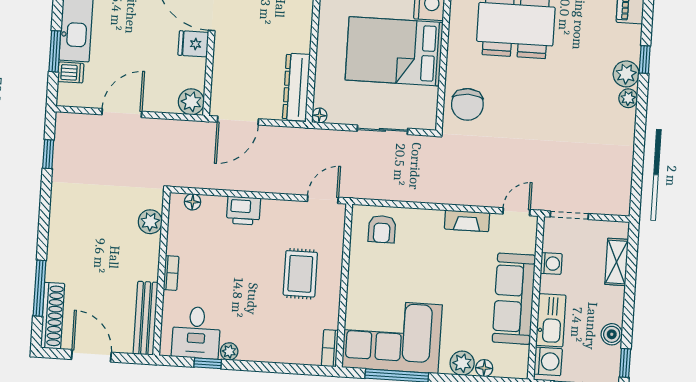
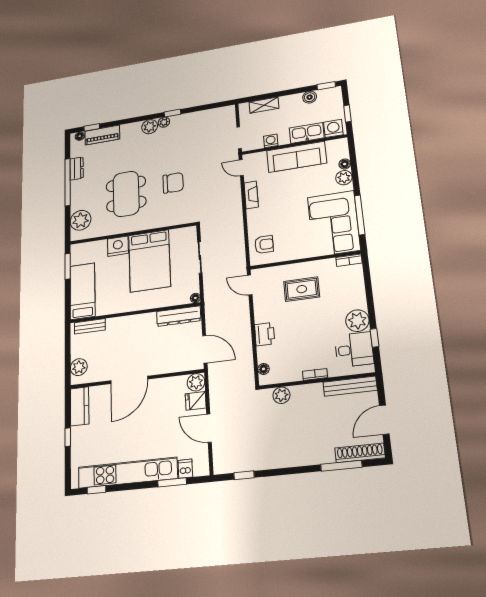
fridge: (193, 44) -> (196, 401), moved, turned 90
window: (645, 60) -> (172, 113), moved
chair: (467, 104) -> (173, 183), moved
plant: (229, 351) -> (357, 321), width x1.88, depth x1.88

